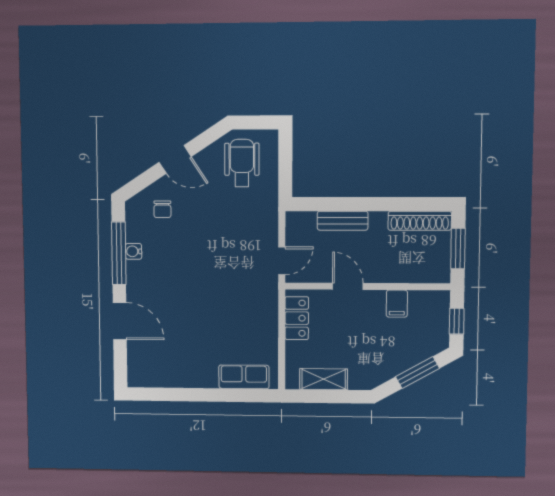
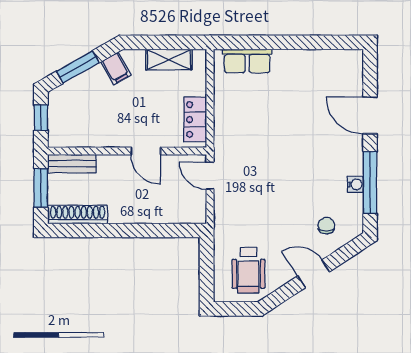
bench: (343, 221) -> (72, 164), moved
door: (282, 261) -> (210, 176), hinge flipped
filing cabinet: (397, 304) -> (116, 68), moved, turned 150

